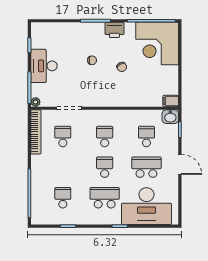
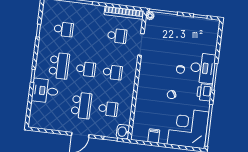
desk: (44, 66) -> (203, 68), moved, turned 90
filing cabinet: (171, 101) -> (154, 136), moved
desk: (146, 206) -> (45, 91), width x0.53, depth x0.77

